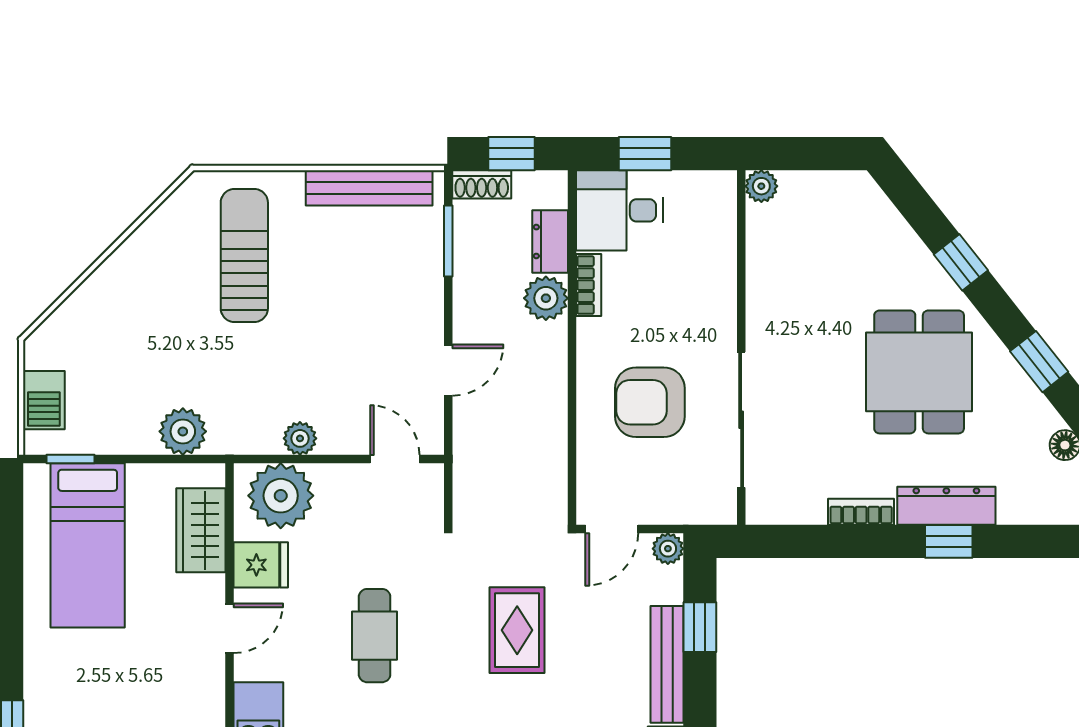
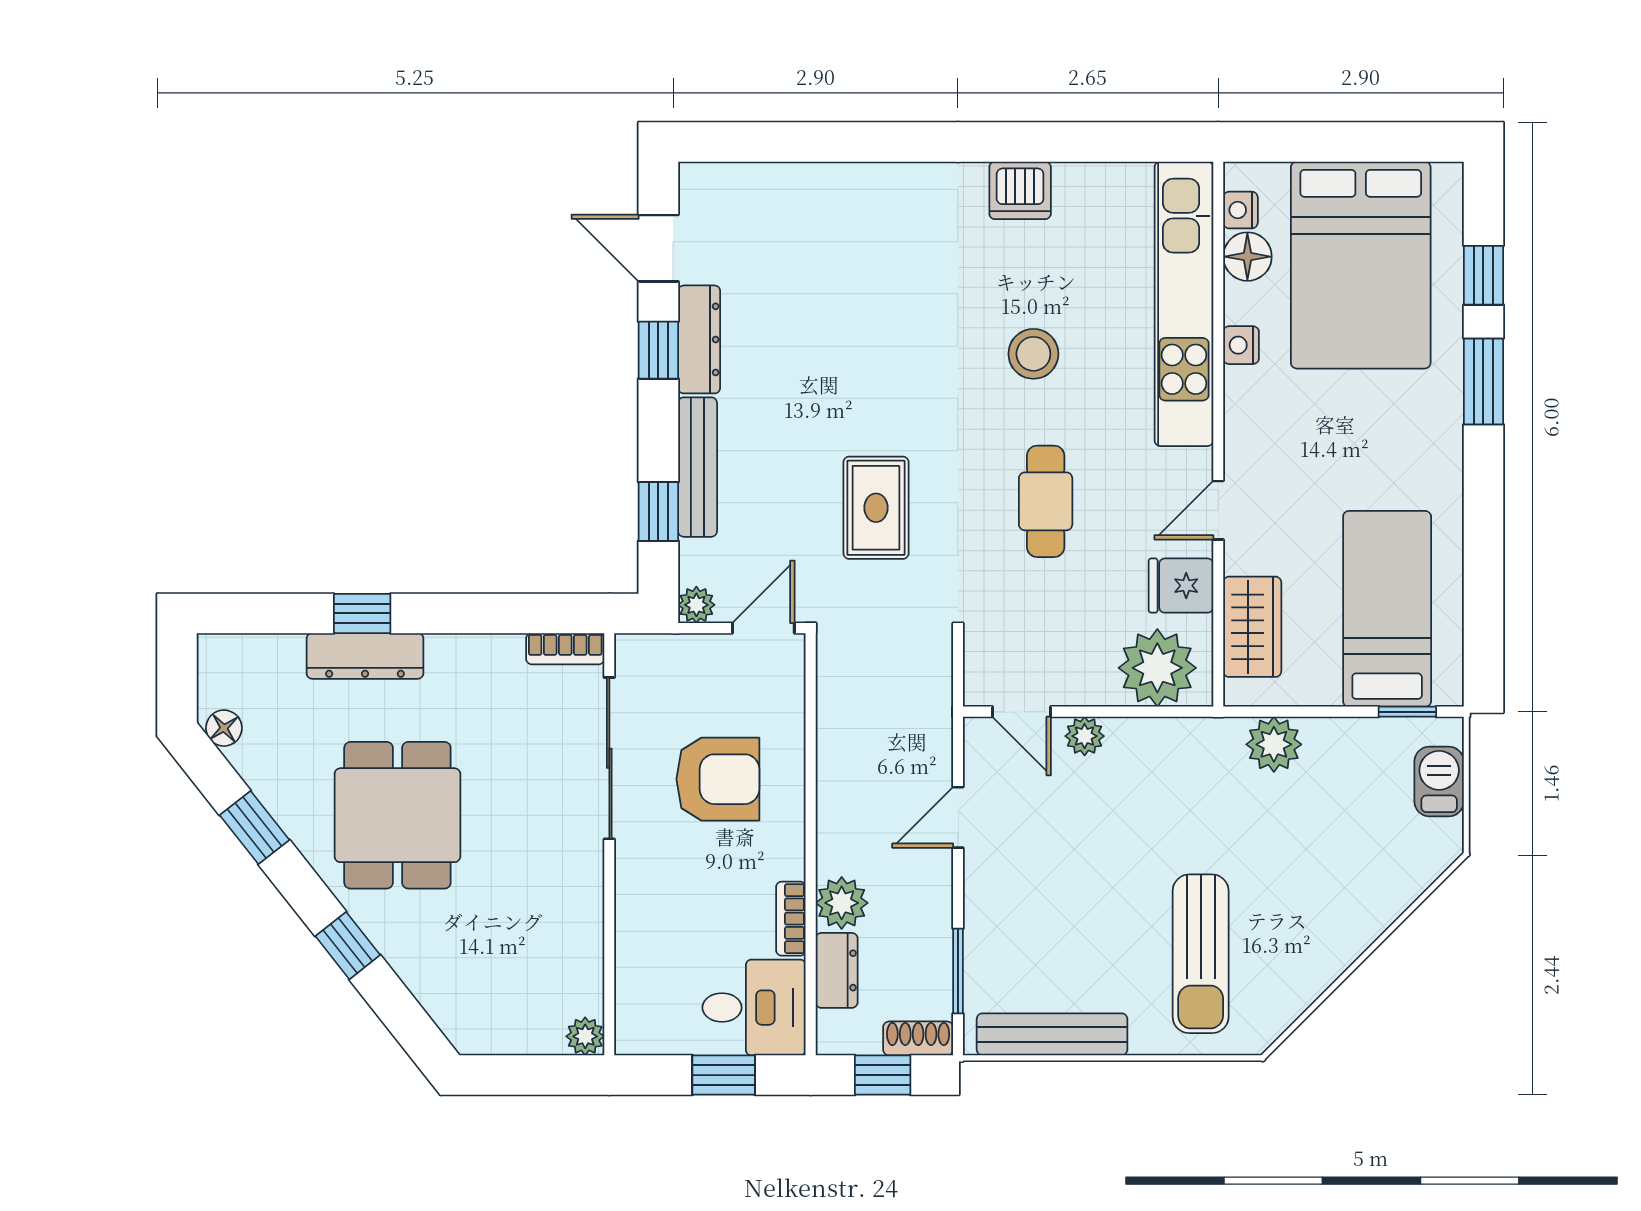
plant: (300, 438) -> (1085, 736), moved
bookcase: (861, 512) -> (565, 649), moved

